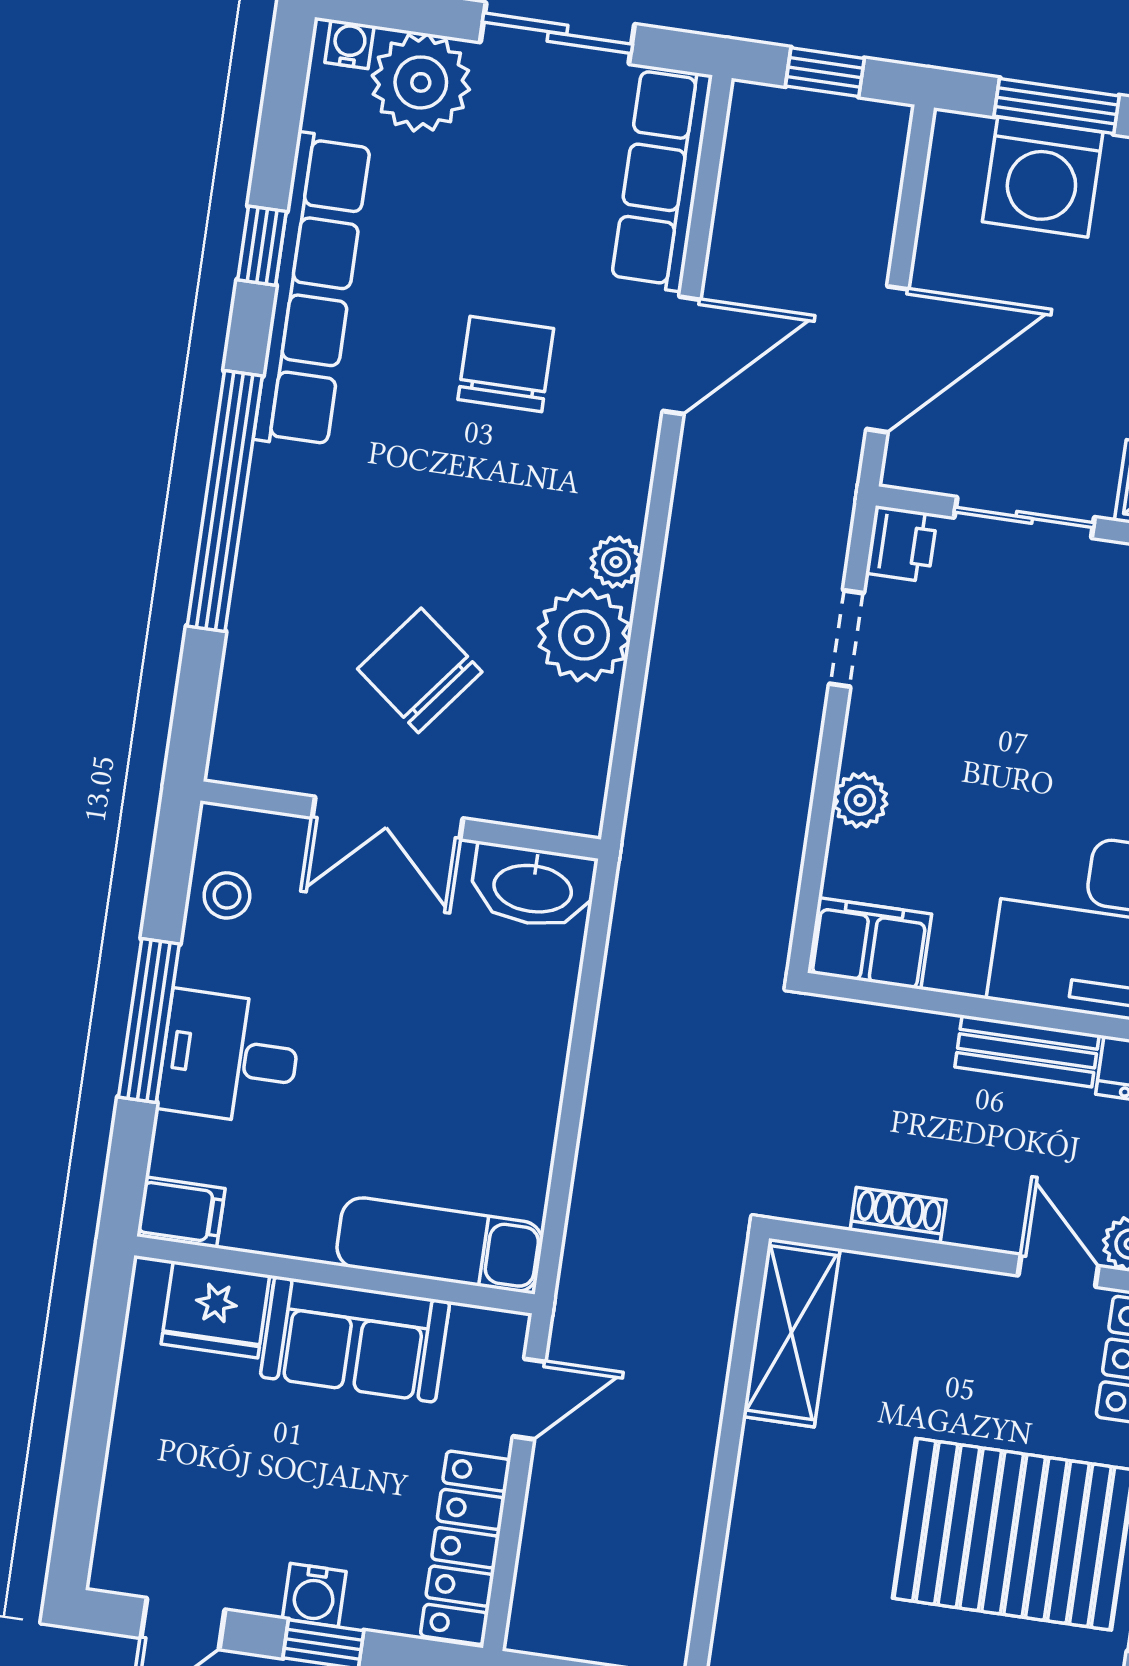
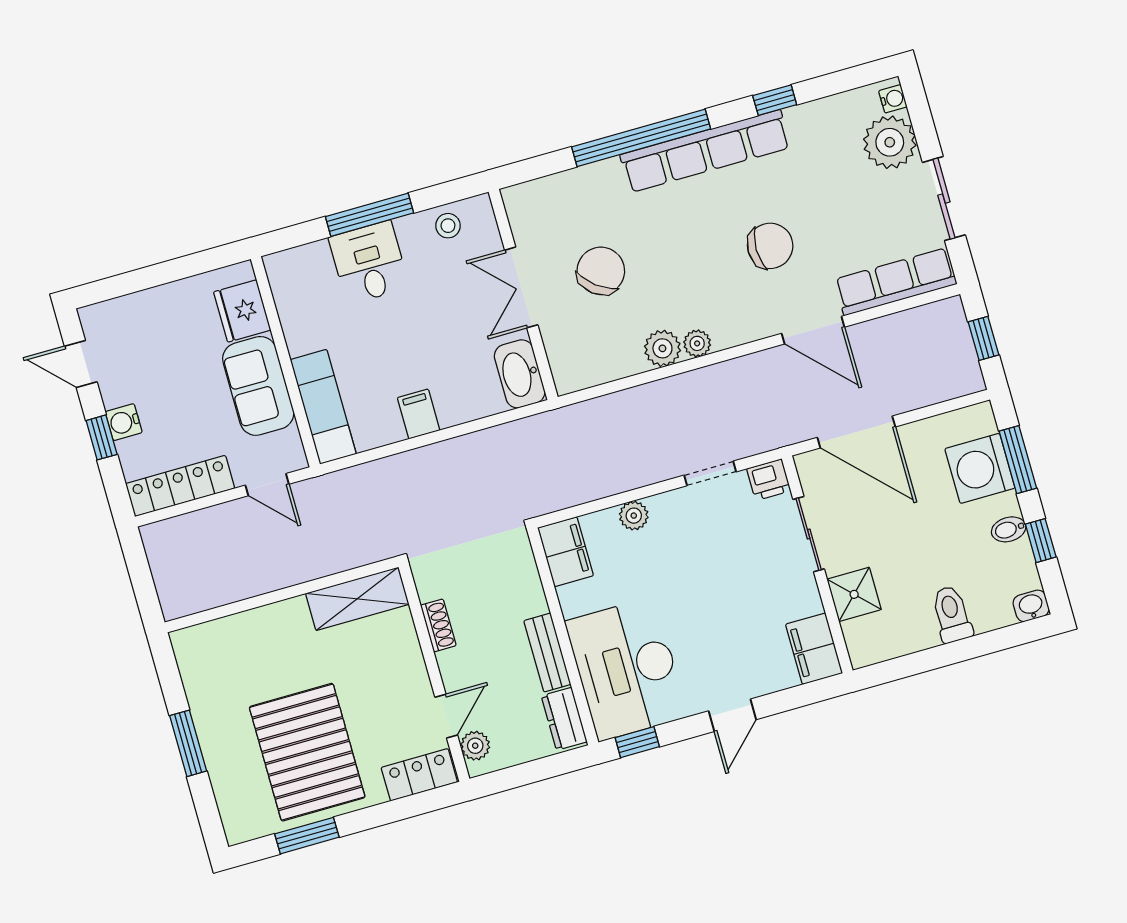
row of seats: (312, 291) -> (705, 151), moved
plant: (584, 635) -> (662, 348), width x0.73, depth x0.73
filing cabinet: (181, 1212) -> (419, 414), moved, turned 180

